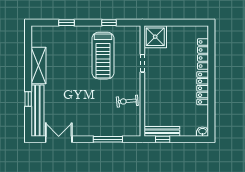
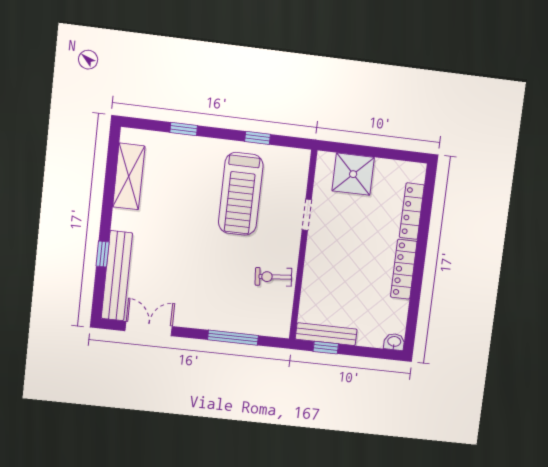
shower: (155, 37) -> (353, 174), moved
shelving: (38, 66) -> (129, 176), moved

